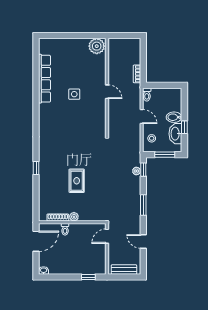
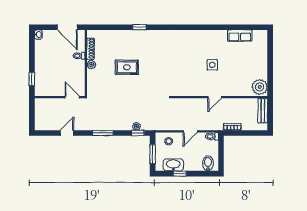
row of seats: (45, 79) -> (240, 36), width x0.50
bidet: (174, 117) -> (208, 163), moved
bench: (124, 270) -> (263, 111), moved

